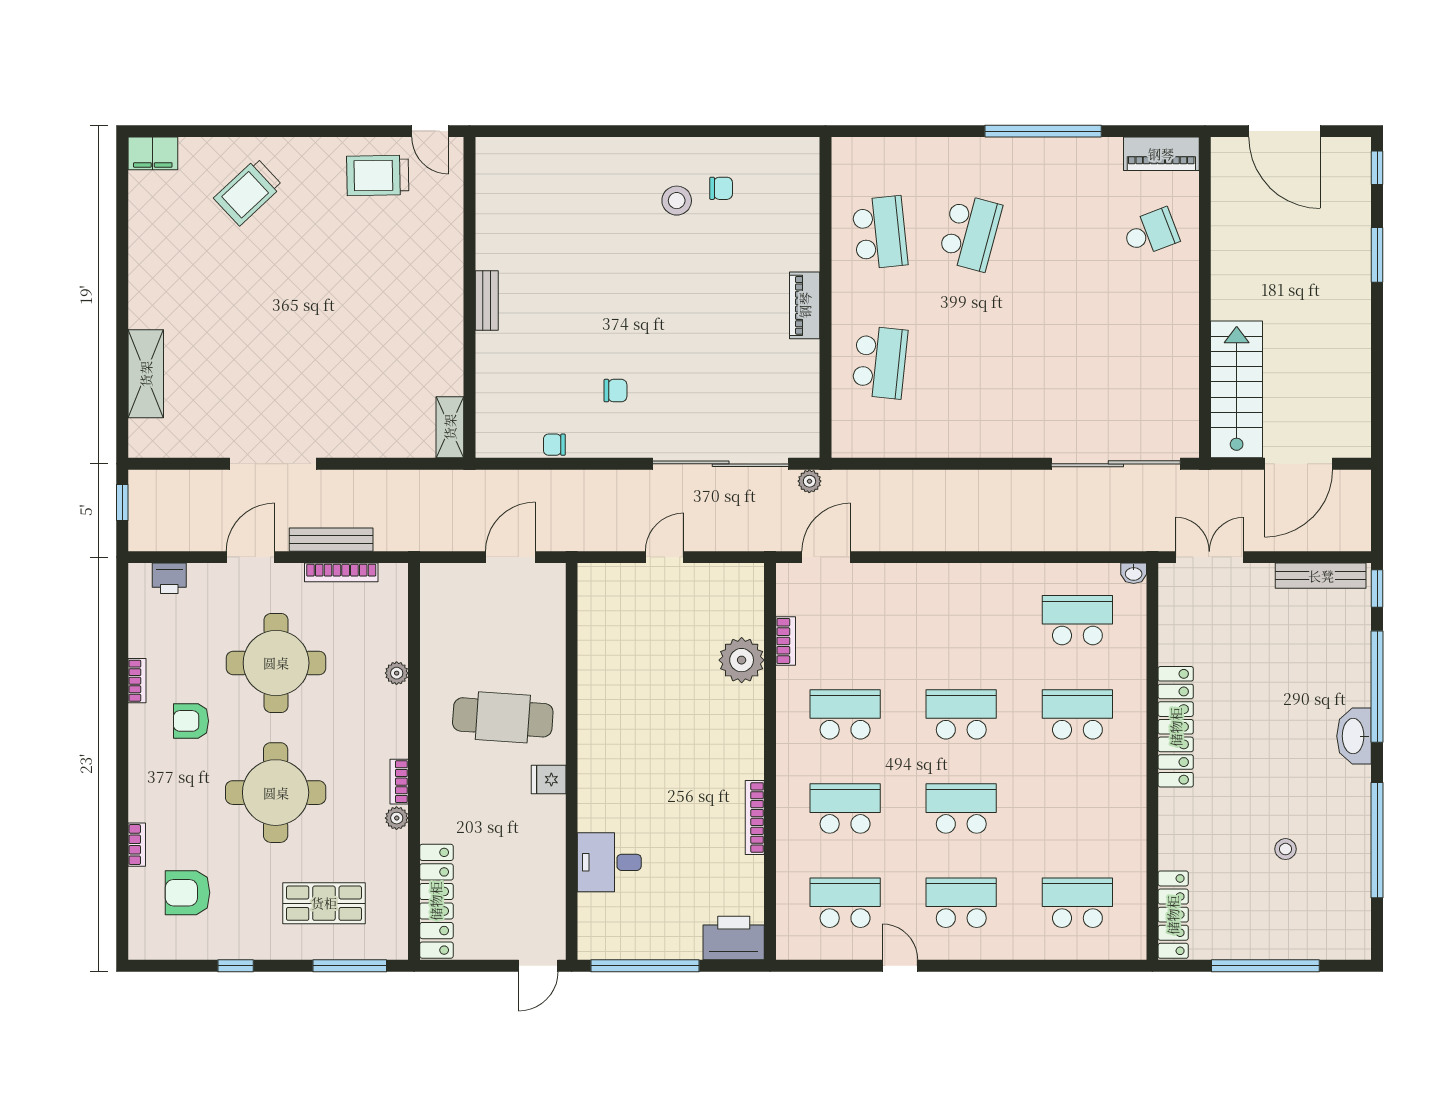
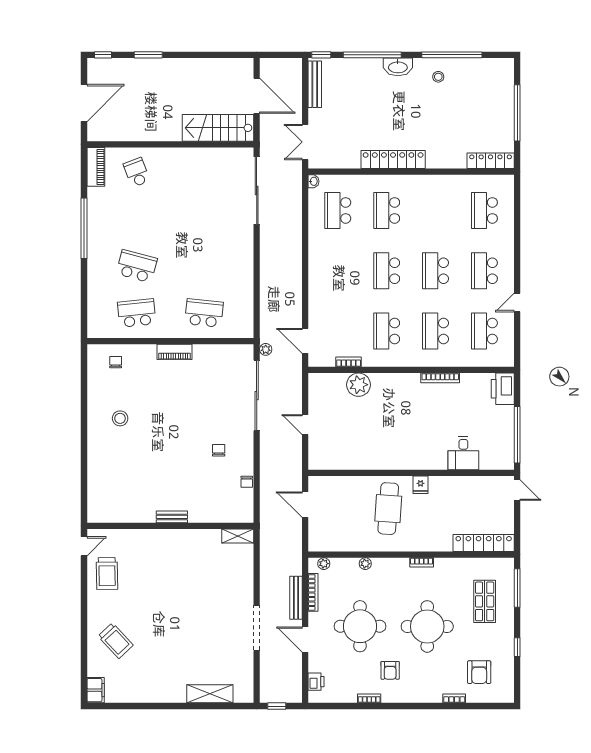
chair: (721, 188) -> (116, 362), moved
plant: (397, 818) -> (324, 564), moved
stool: (1286, 849) -> (438, 77), moved

